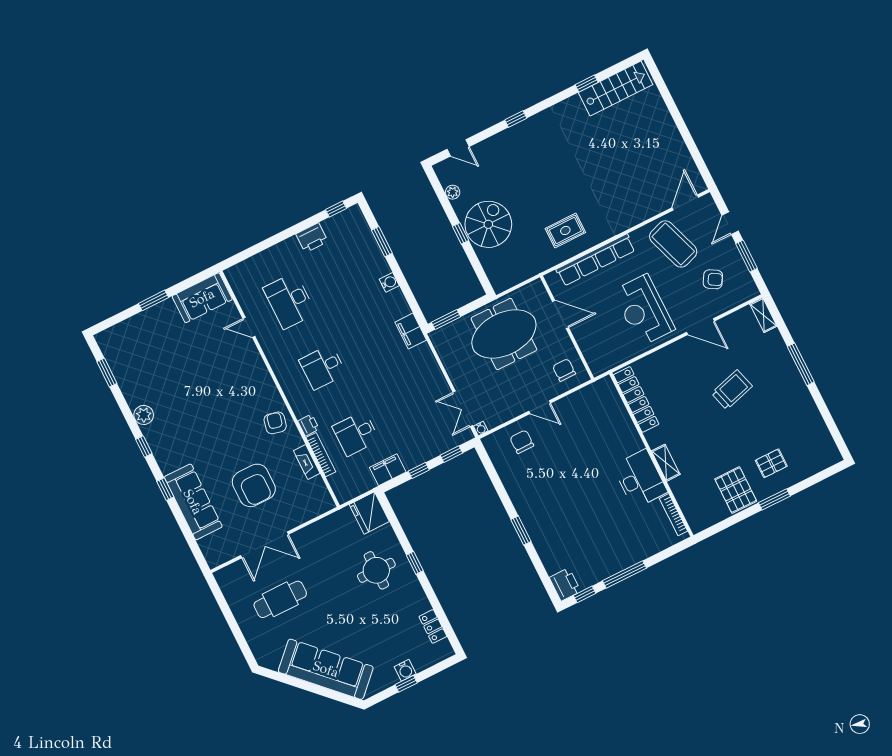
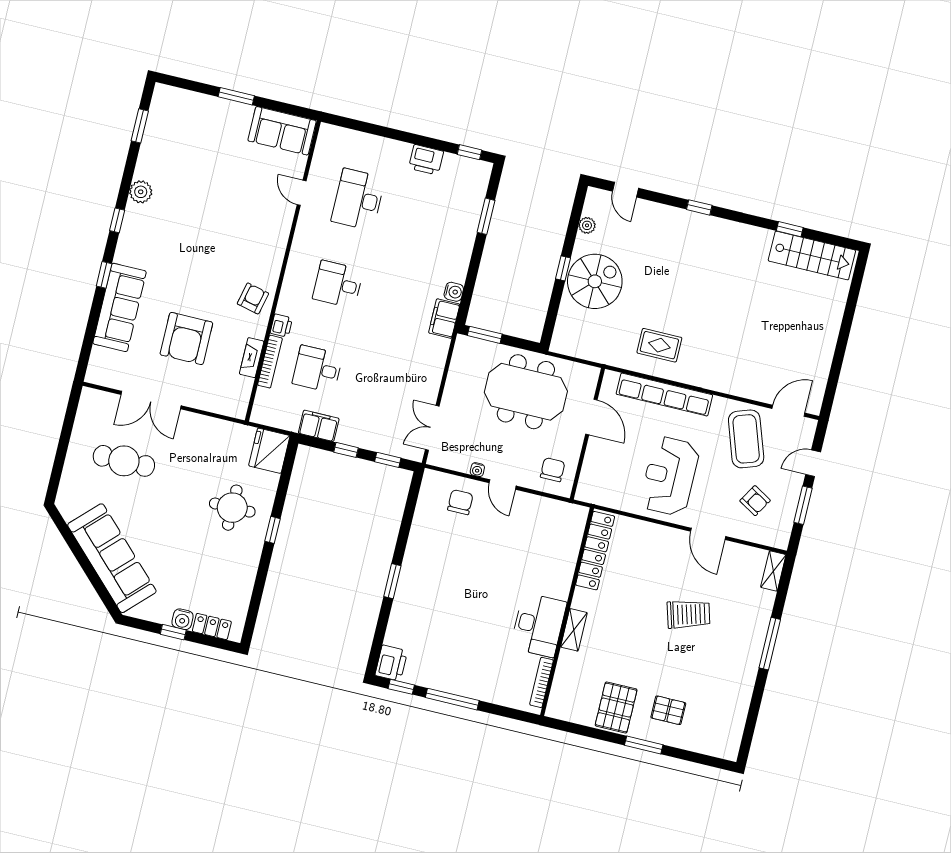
water cooler: (389, 282) -> (454, 292), moved
water cooler: (481, 429) -> (477, 470), moved
locker: (433, 626) -> (212, 626), moved, turned 90

